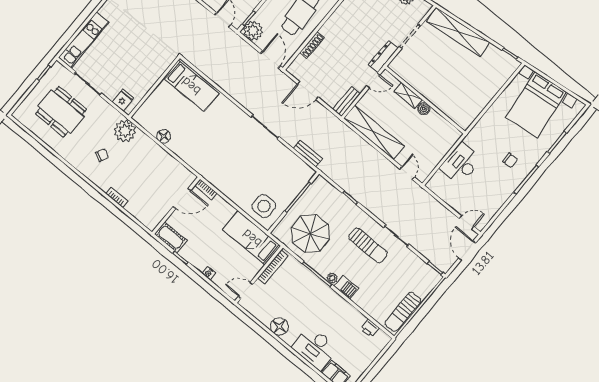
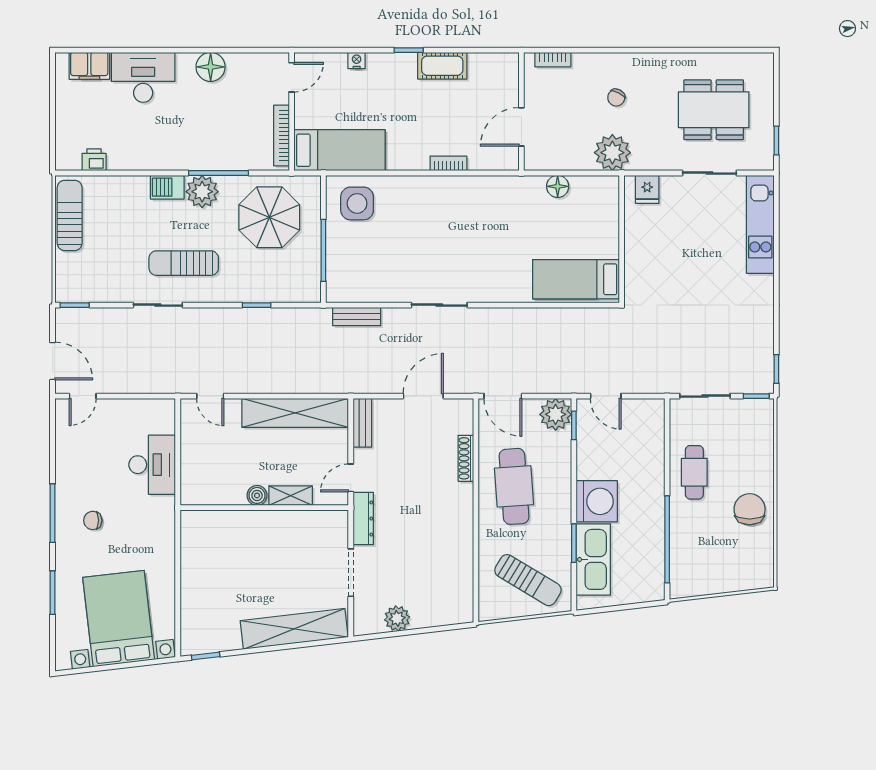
door: (182, 198) -> (521, 127), moved
wall: (176, 206) -> (521, 112), moved
plant: (332, 278) -> (202, 192), width x1.87, depth x1.87

